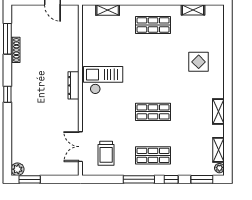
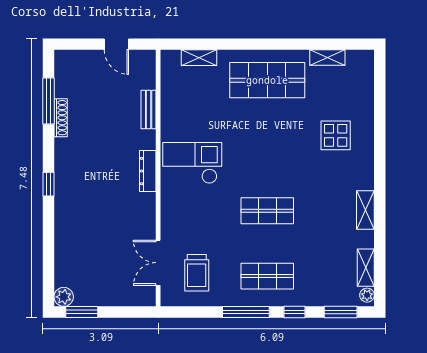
shop shelf: (153, 25) -> (267, 80), width x1.43, depth x1.36
bench: (74, 45) -> (149, 110), added

